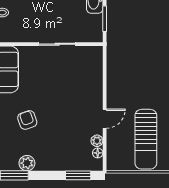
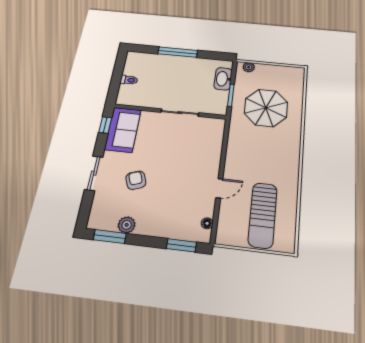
parasol: (140, 29) -> (266, 108), added
plant: (97, 141) -> (208, 210), removed

